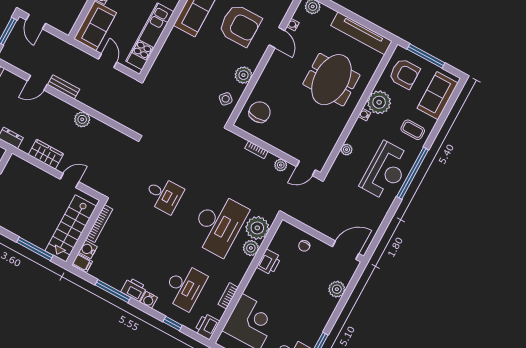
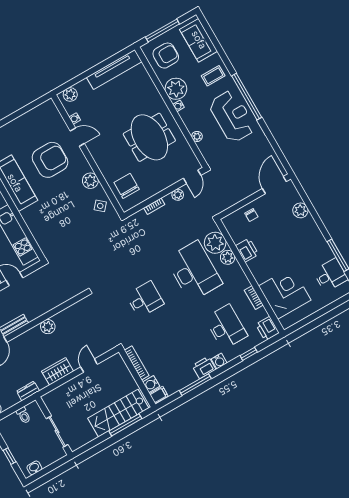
meeting table: (331, 80) -> (149, 137), moved
stairs: (71, 229) -> (118, 413), moved, turned 90

